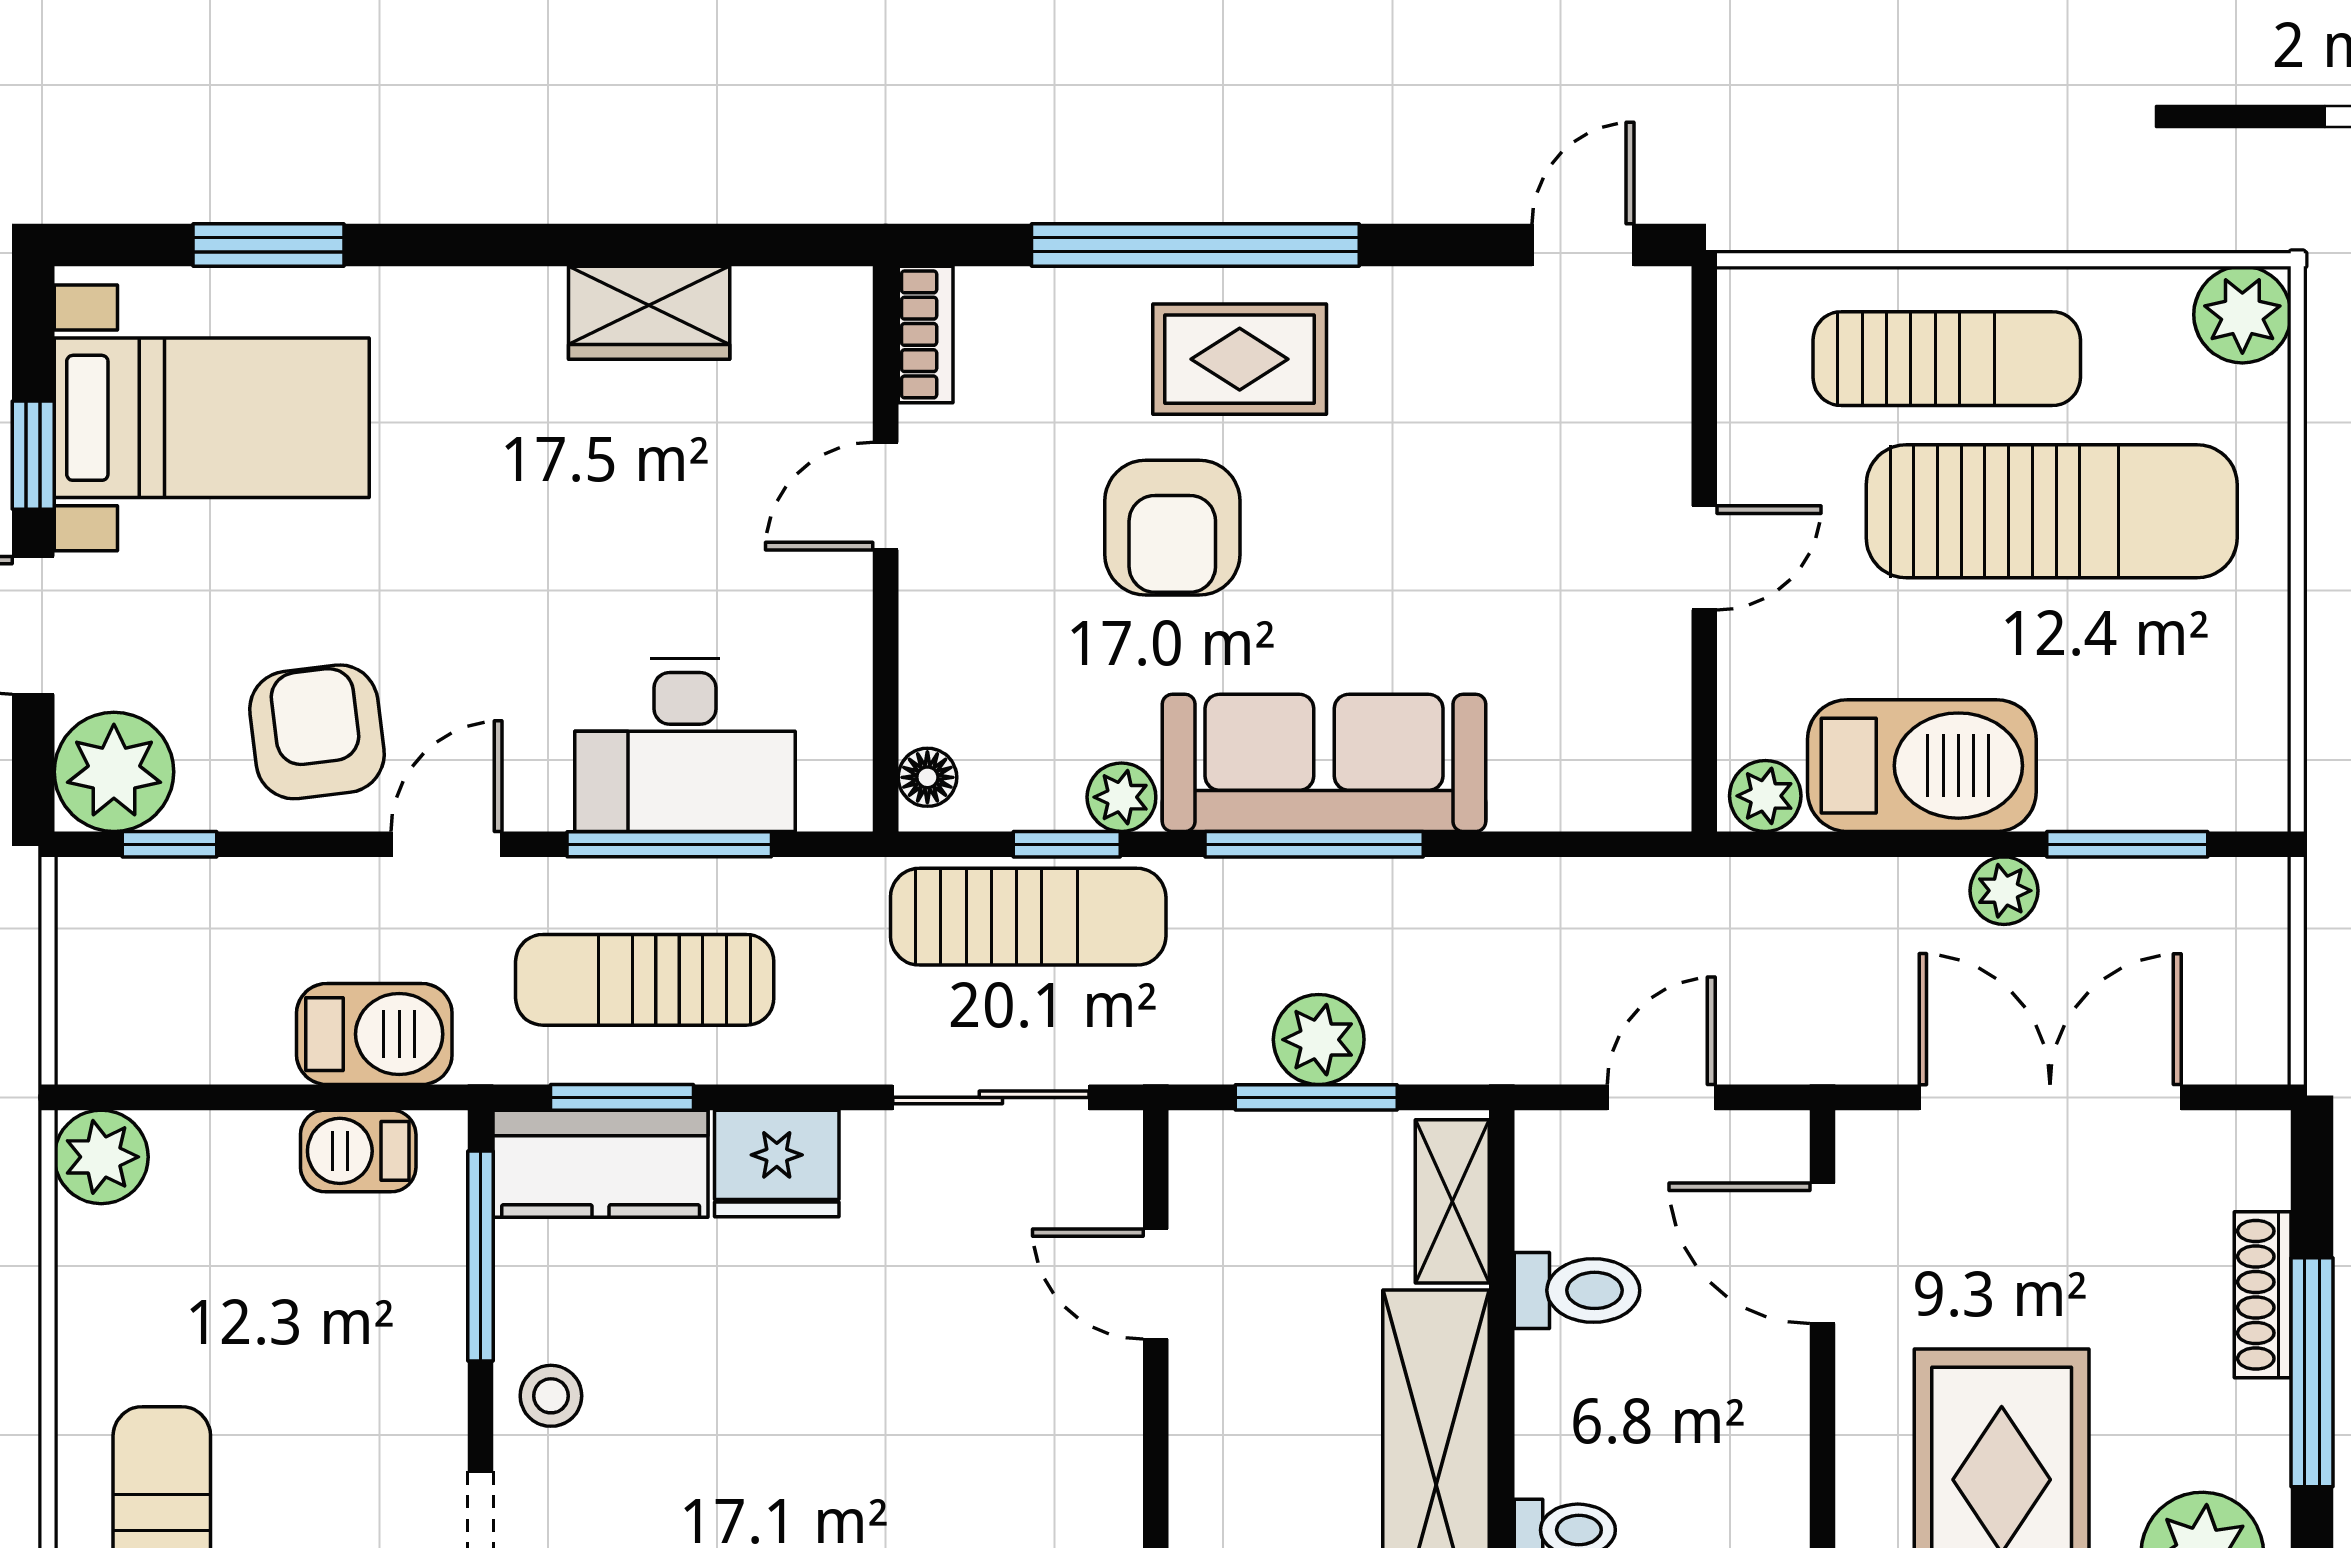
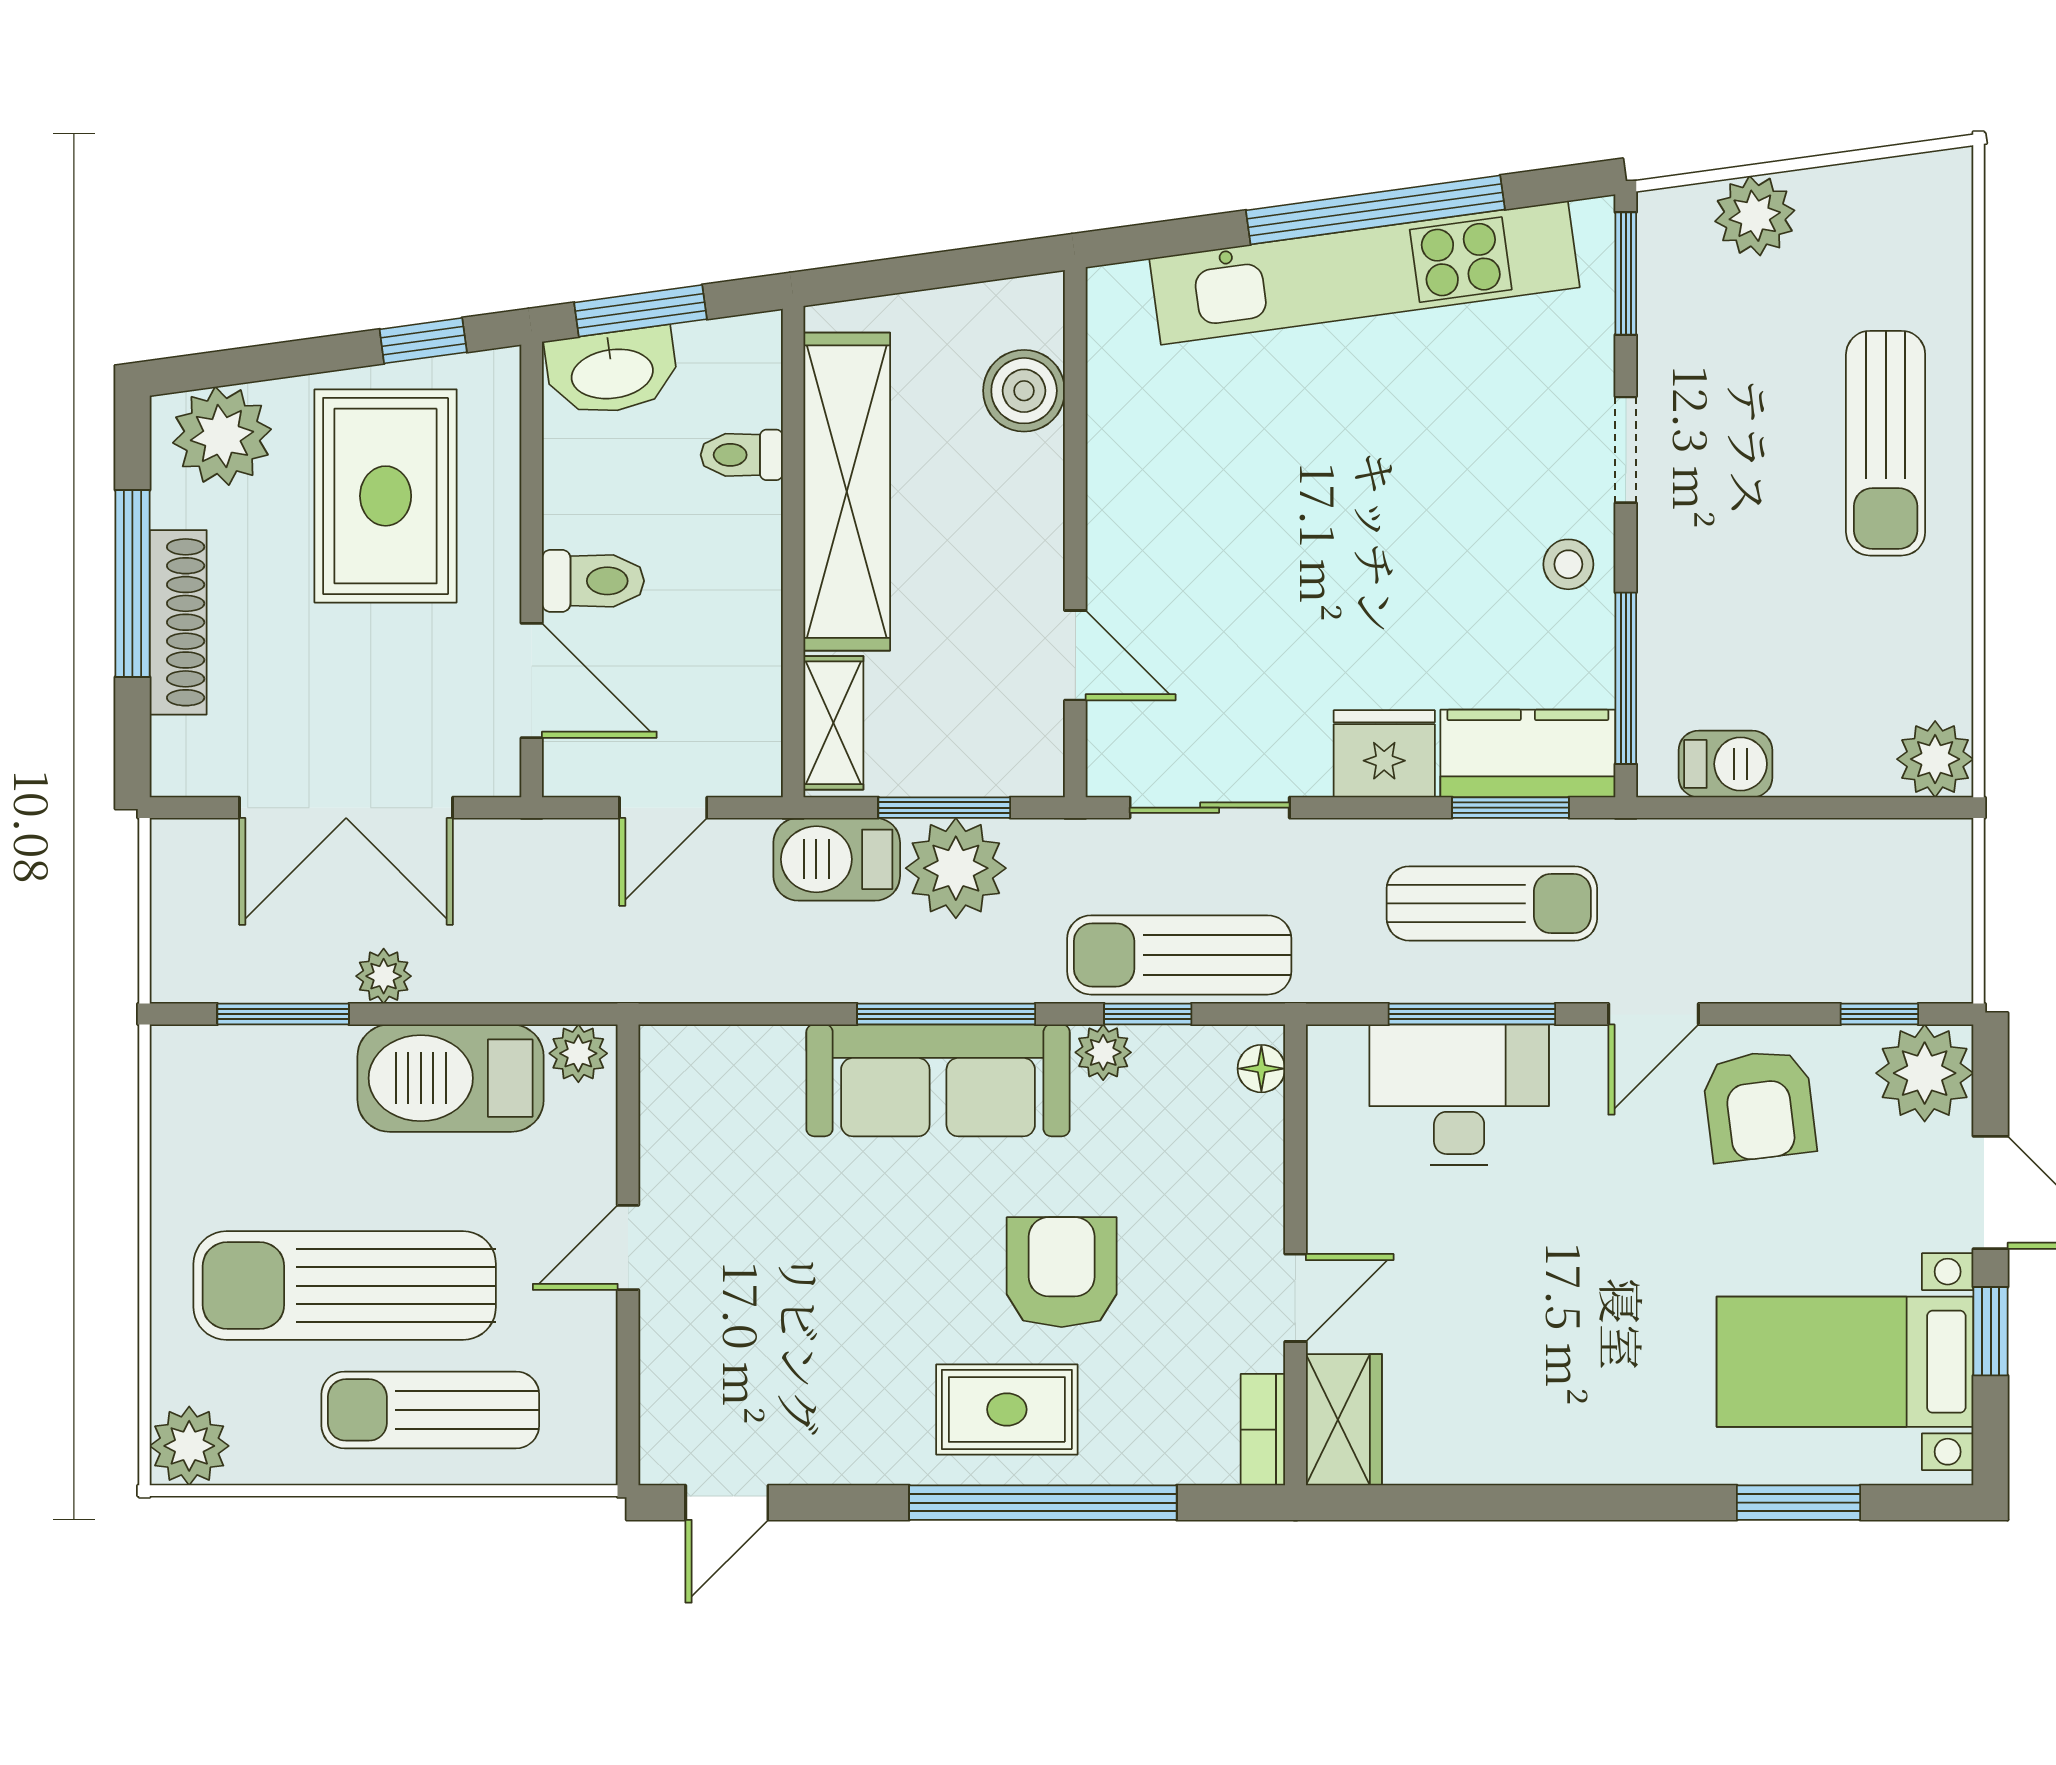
wardrobe: (649, 313) -> (1344, 1420), moved, turned 90
barbecue: (374, 1034) -> (837, 859), moved
plant: (1319, 1040) -> (956, 868), width x1.36, depth x1.36
toilet: (1577, 1290) -> (593, 581), moved, turned 180
shoe rack: (2263, 1295) -> (178, 622), width x1.36, depth x1.24

